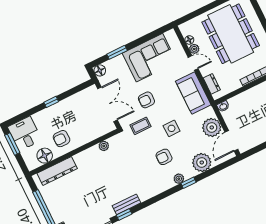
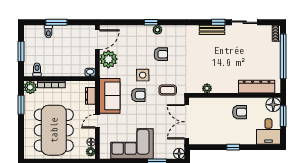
plant: (194, 49) -> (91, 152), moved
door: (193, 63) -> (97, 121), hinge flipped
armchair: (146, 100) -> (138, 95), moved
window: (12, 144) -> (283, 116), moved
floor lamp: (45, 156) -> (273, 105), moved
plant: (202, 162) -> (131, 34), removed

